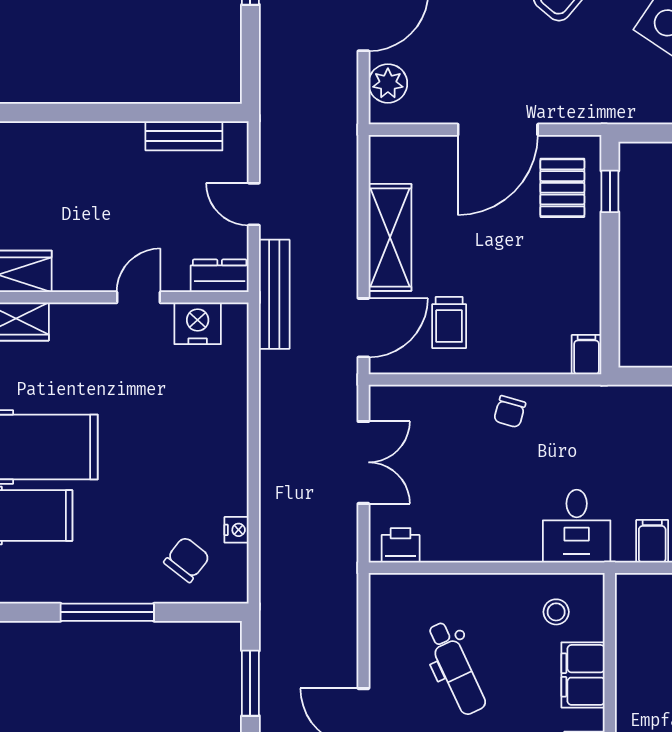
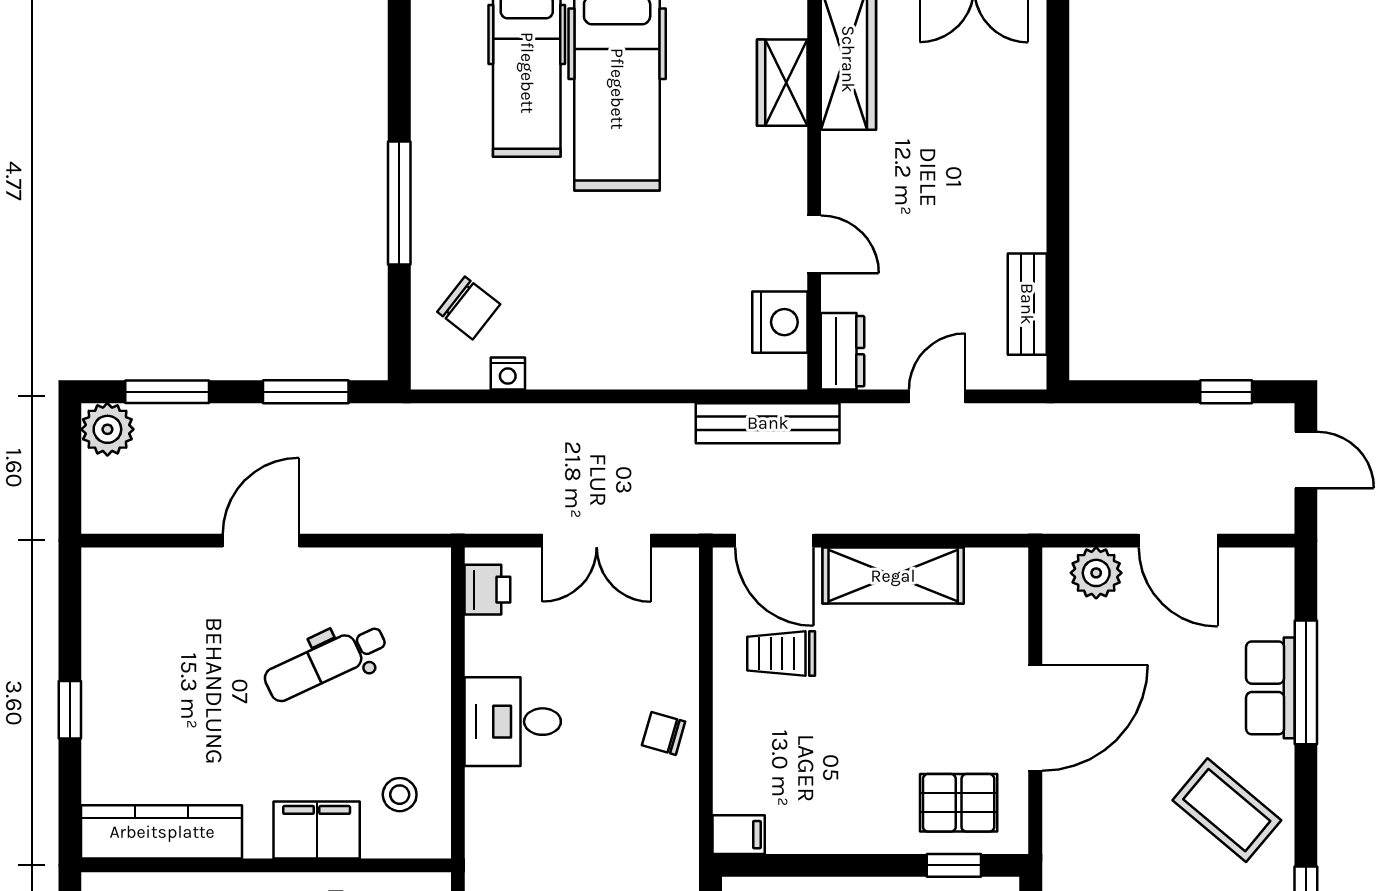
door: (498, 130) -> (1035, 718), swing flipped
bench: (274, 294) -> (768, 423), moved
desk: (577, 526) -> (513, 722), moved

